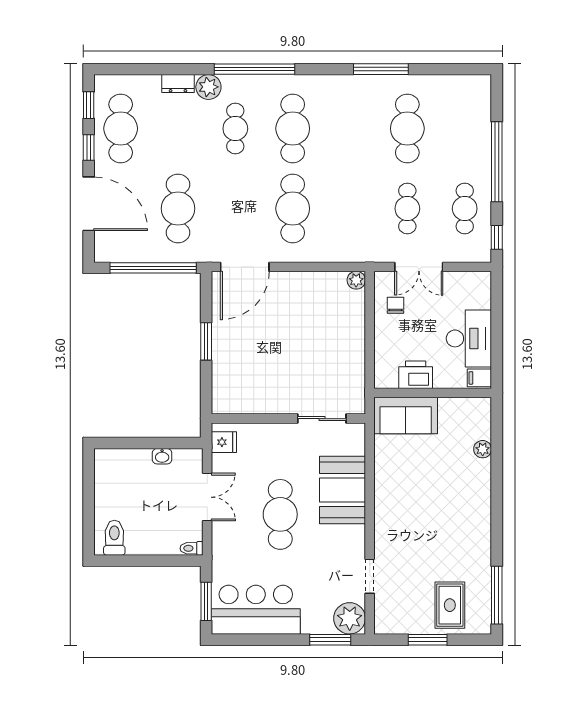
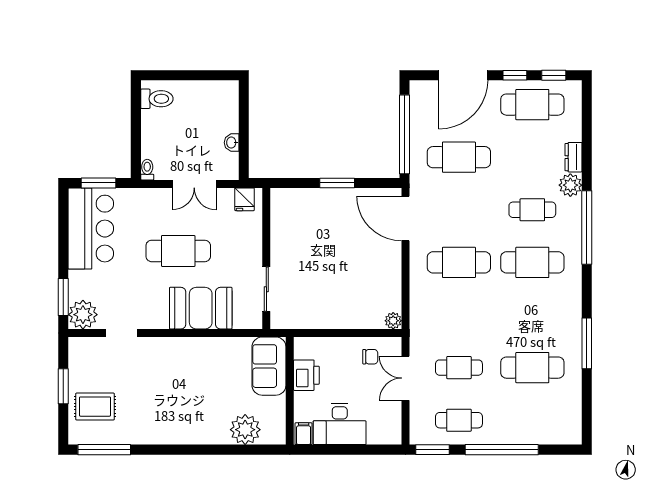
window: (497, 237) -> (432, 450), width x1.50
plant: (483, 449) -> (245, 430), width x1.88, depth x1.88

